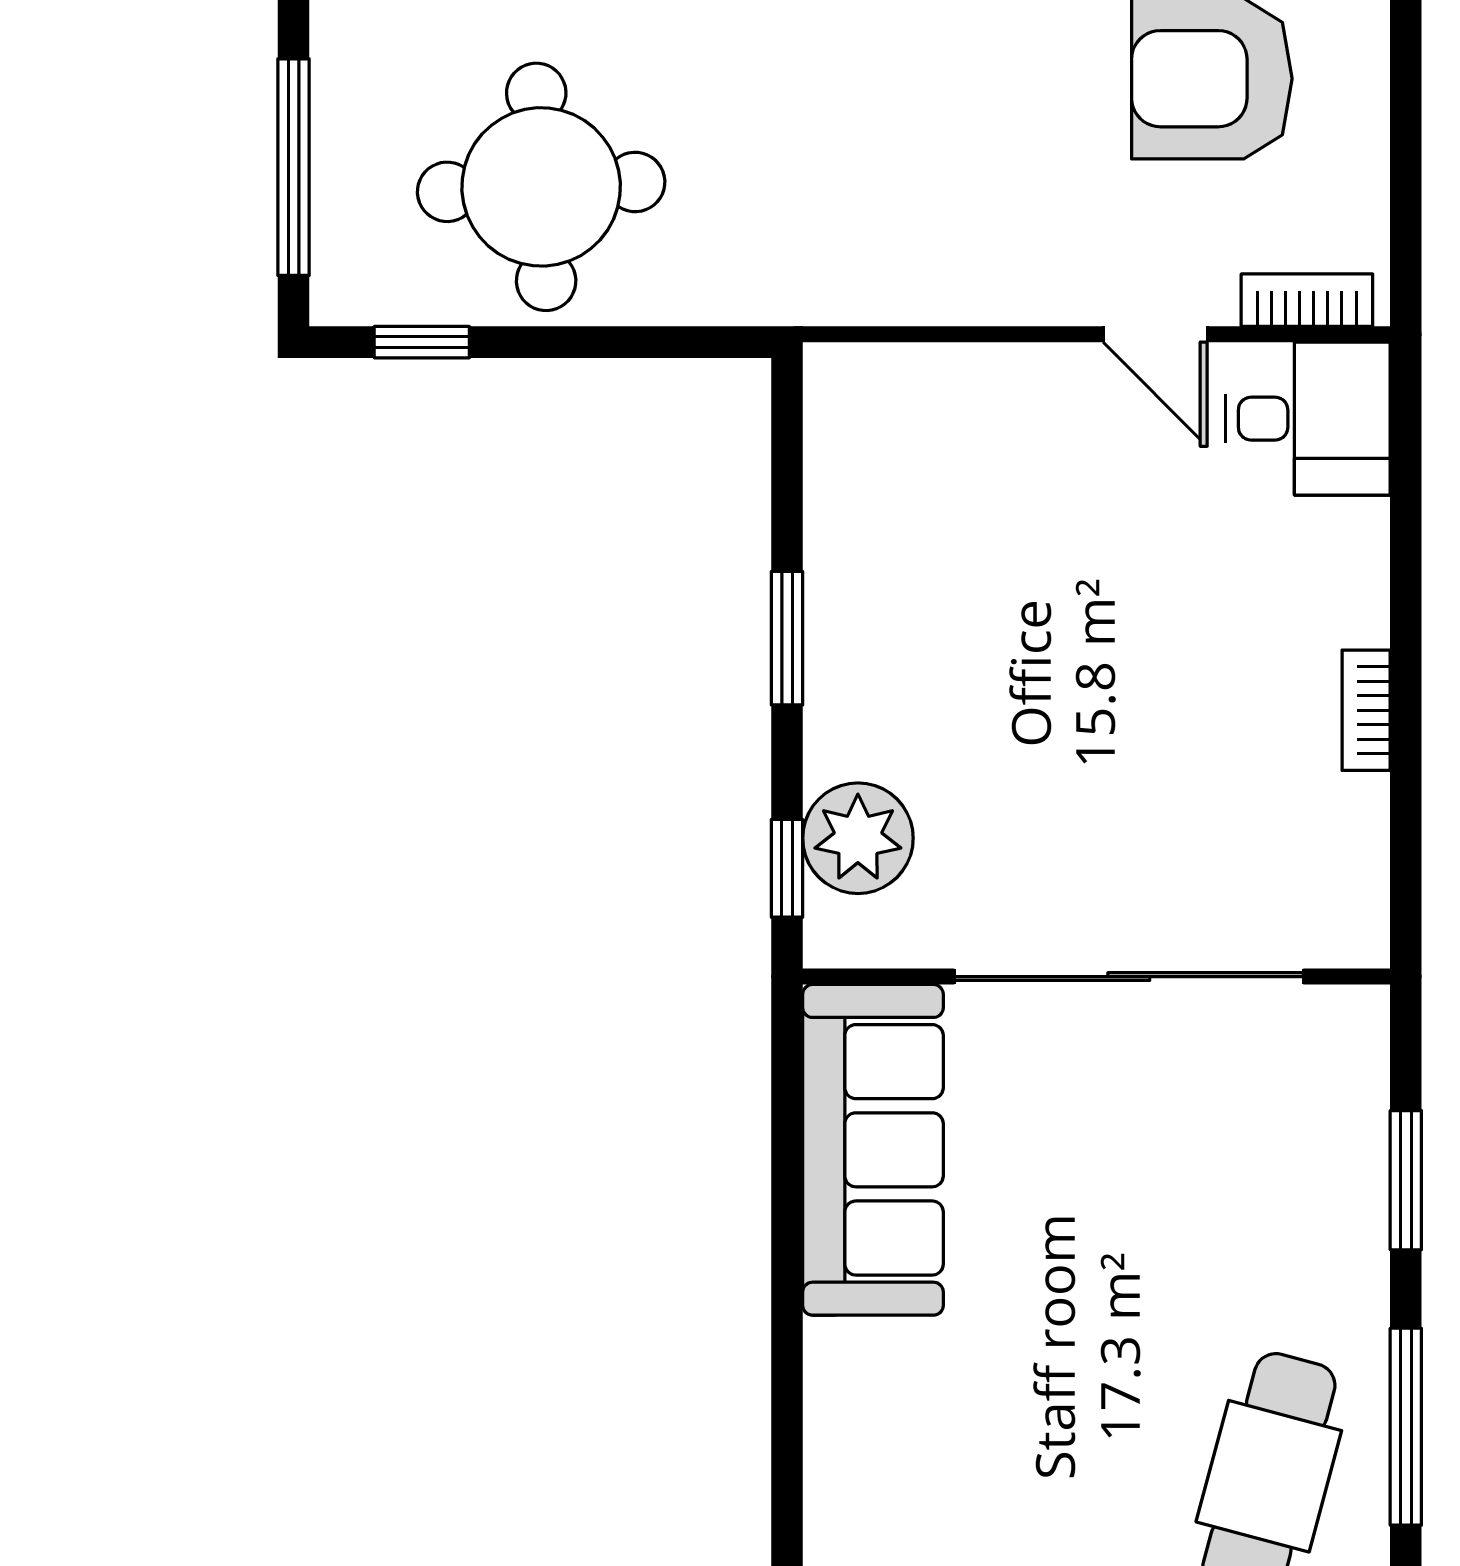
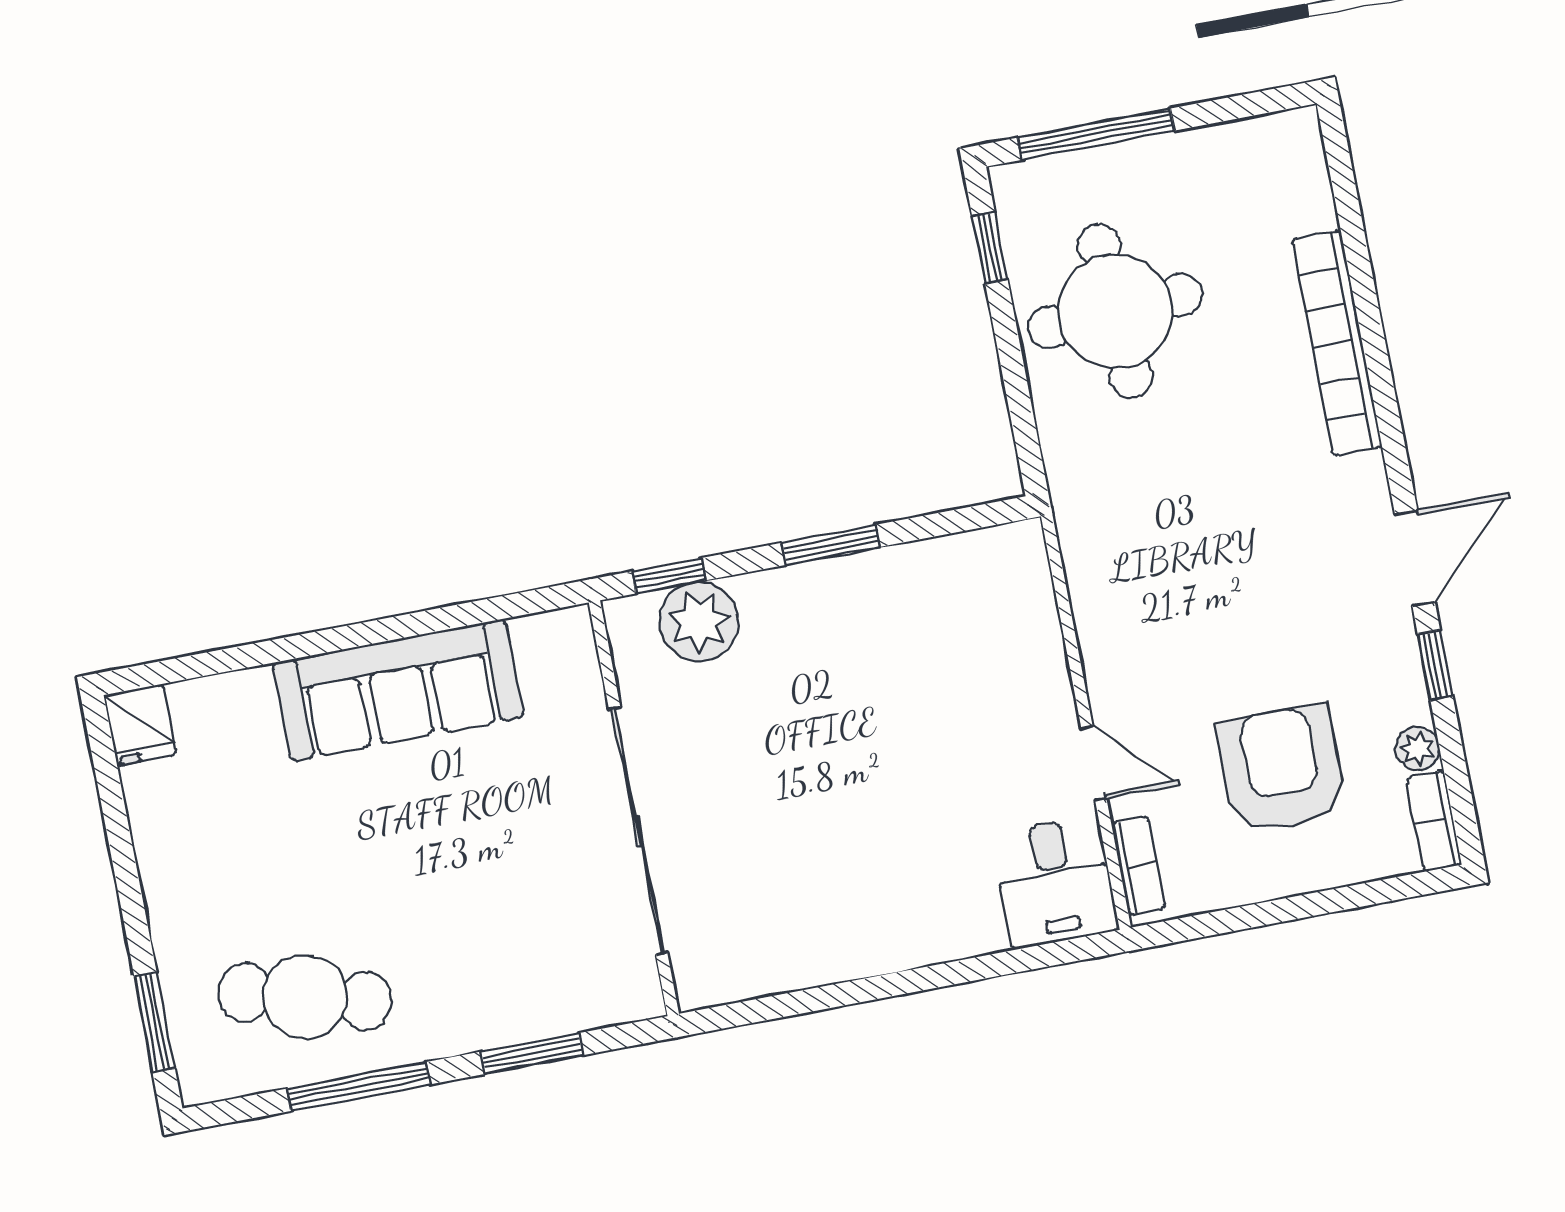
door: (1155, 334) -> (1094, 763), swing flipped
bookcase: (1366, 710) -> (857, 962), removed
sofa: (873, 1150) -> (398, 690), moved

